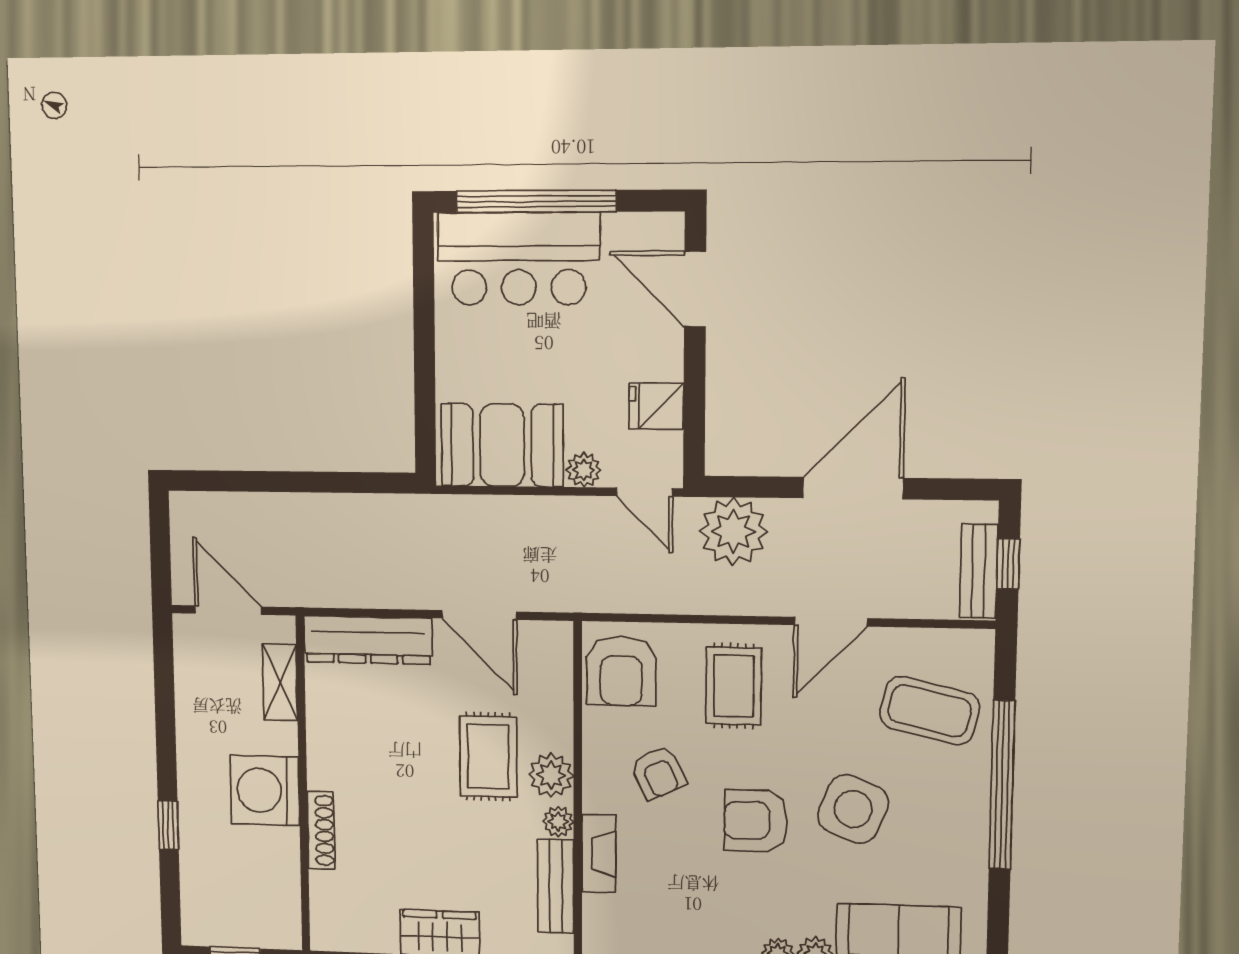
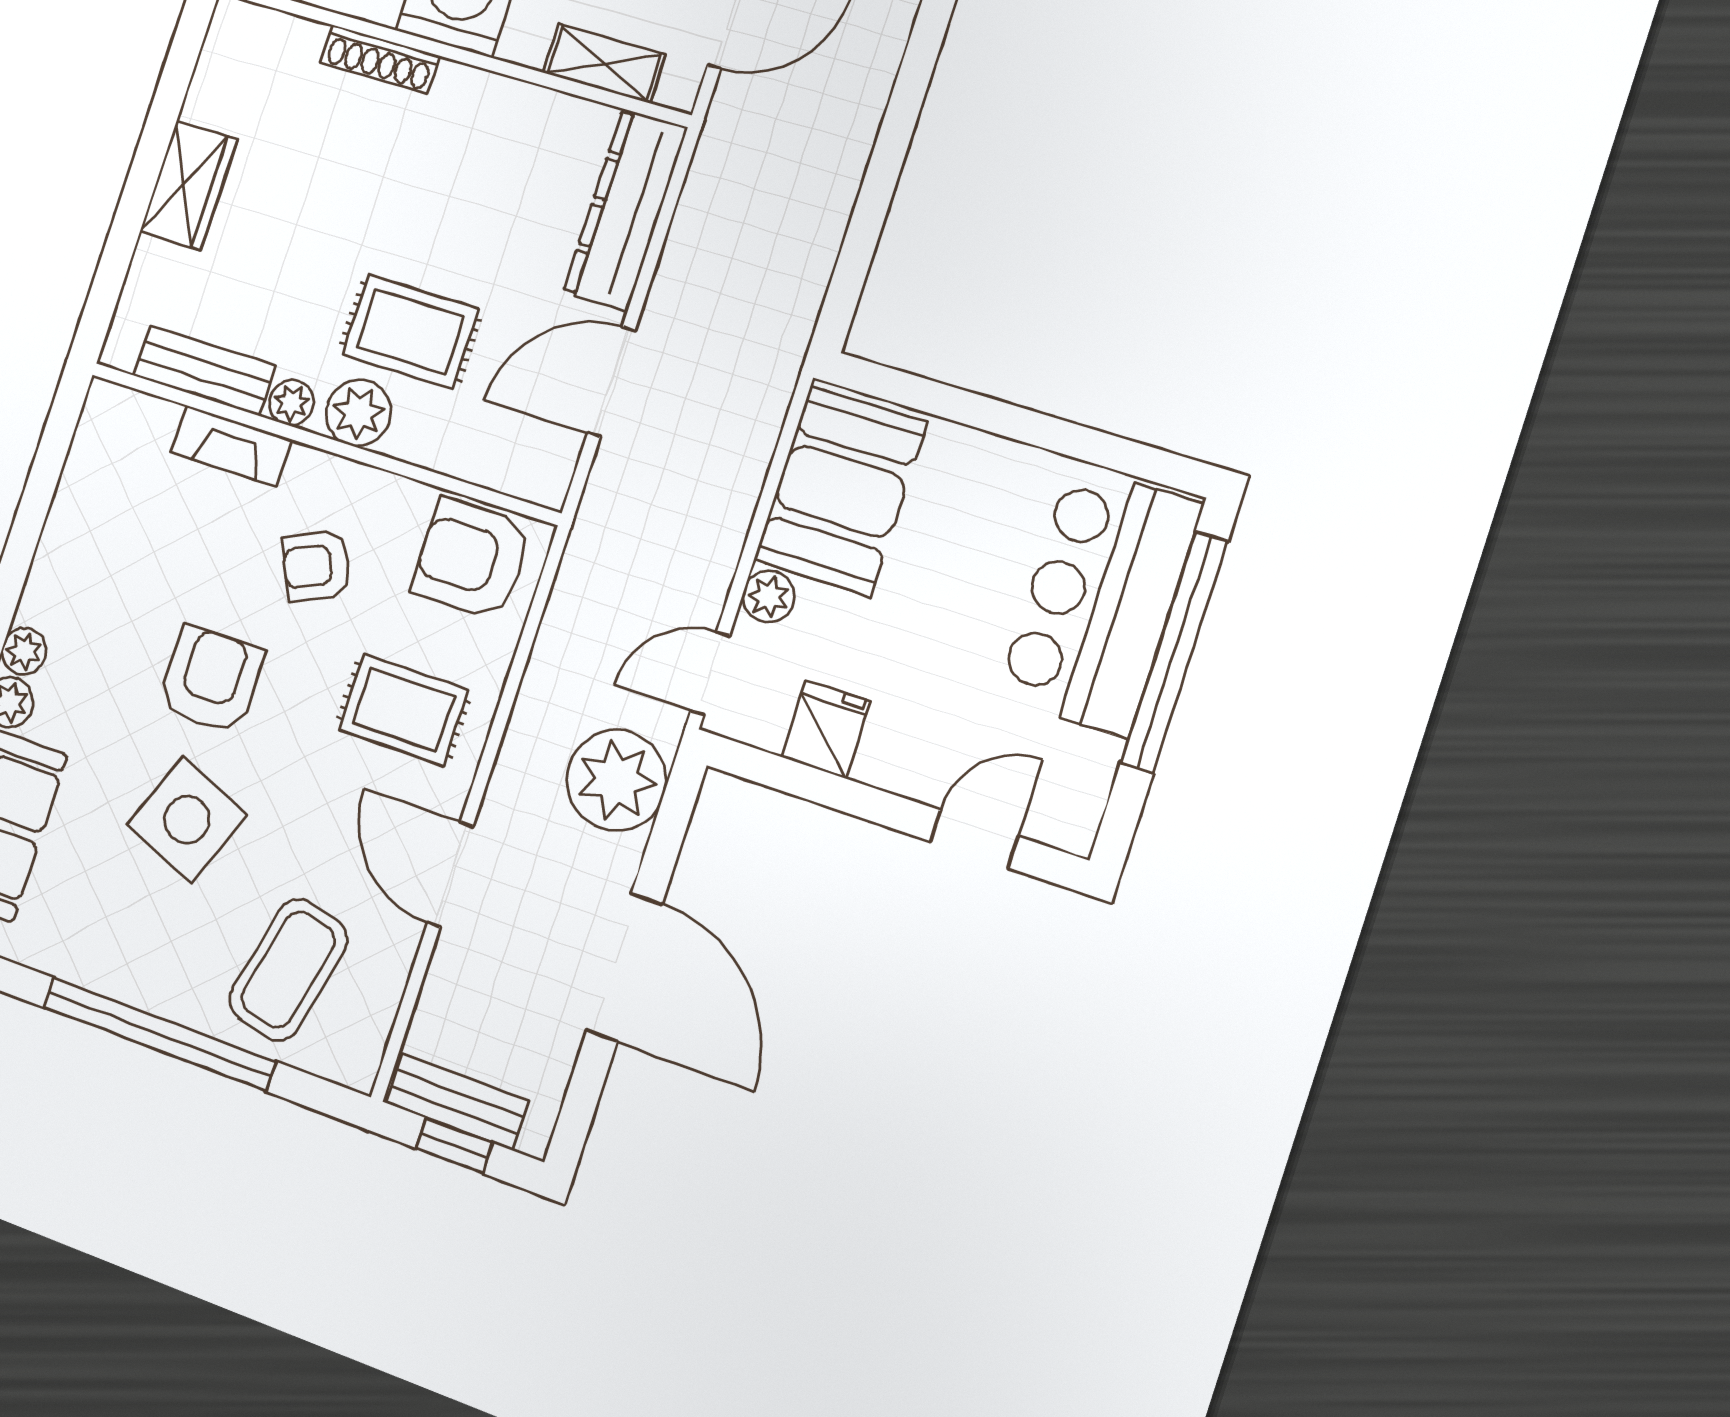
door: (695, 289) -> (974, 839), width x0.73

